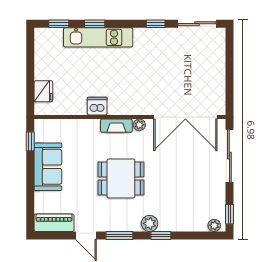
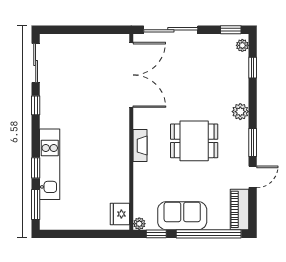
window: (59, 24) -> (36, 205), width x1.50
fridge: (43, 91) -> (120, 214), moved, turned -90
dishwasher: (97, 106) -> (120, 165), removed
plant: (139, 125) -> (139, 224), moved
dining table: (121, 178) -> (194, 141), turned 90
window: (30, 193) -> (209, 234), added
window: (161, 236) -> (253, 68), moved

